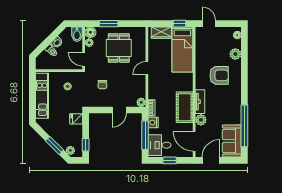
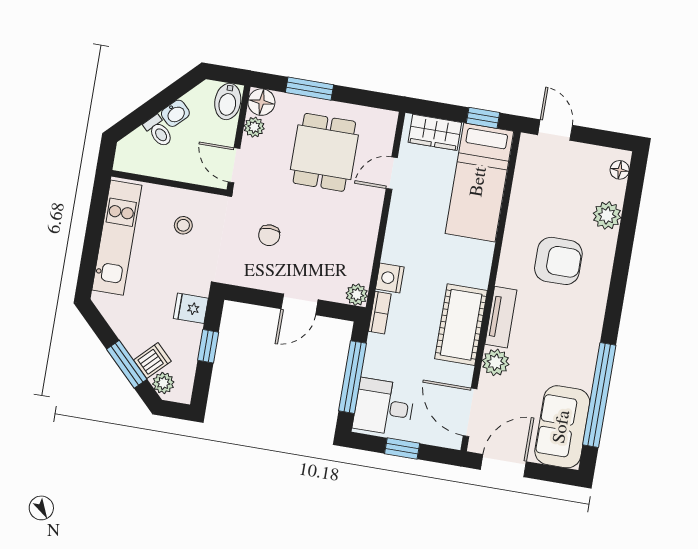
door: (147, 68) -> (392, 173), moved
nightstand: (153, 122) -> (390, 278), moved
dishwasher: (64, 142) -> (152, 361), added
window: (86, 145) -> (208, 346), moved

